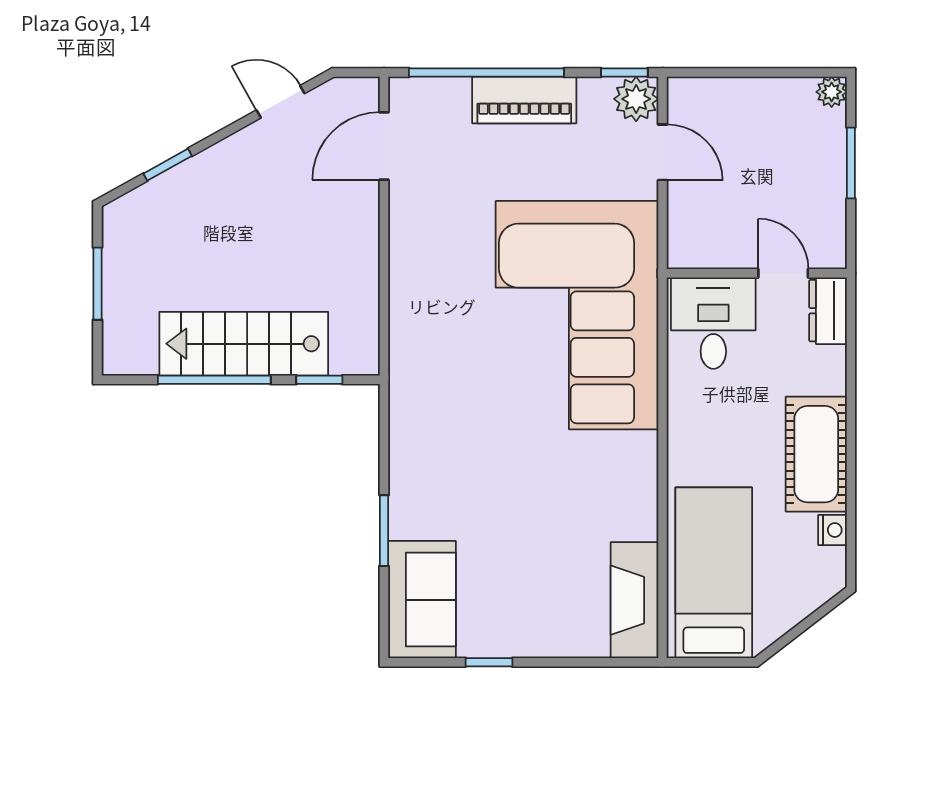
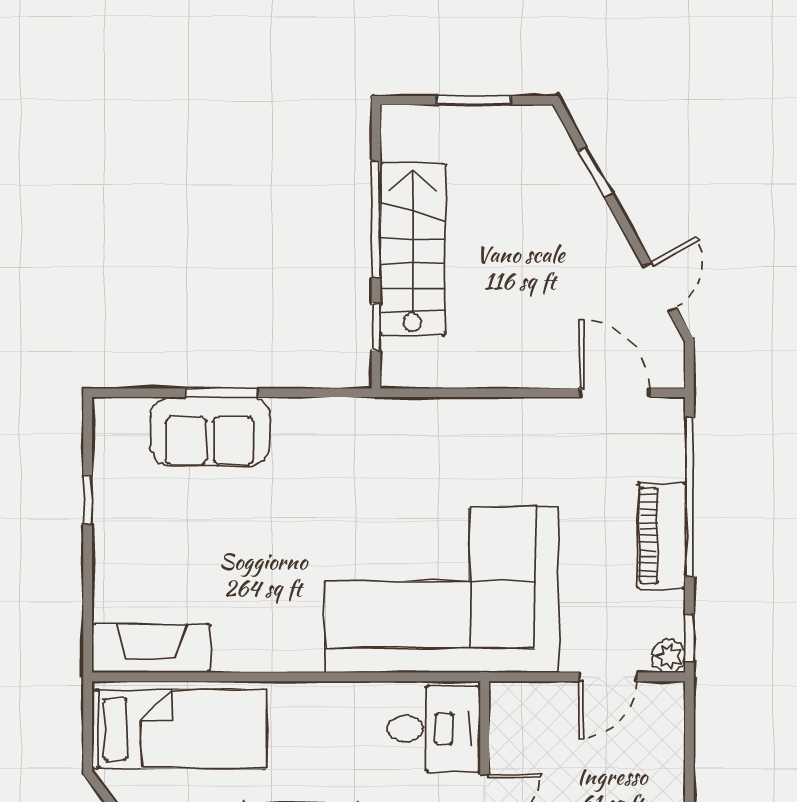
plant: (636, 99) -> (669, 656), width x0.73, depth x0.73
sofa: (422, 600) -> (210, 431), moved

